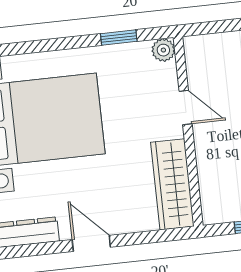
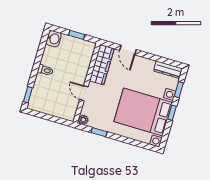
door: (91, 243) -> (128, 50), moved

